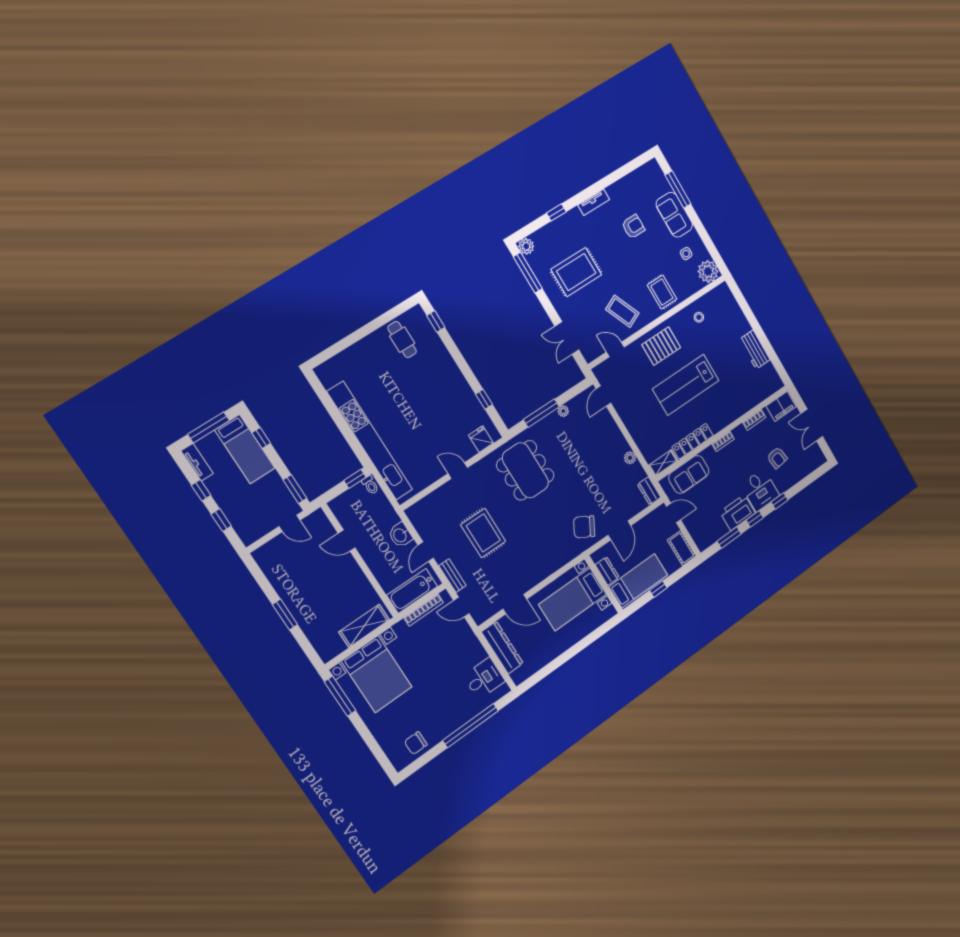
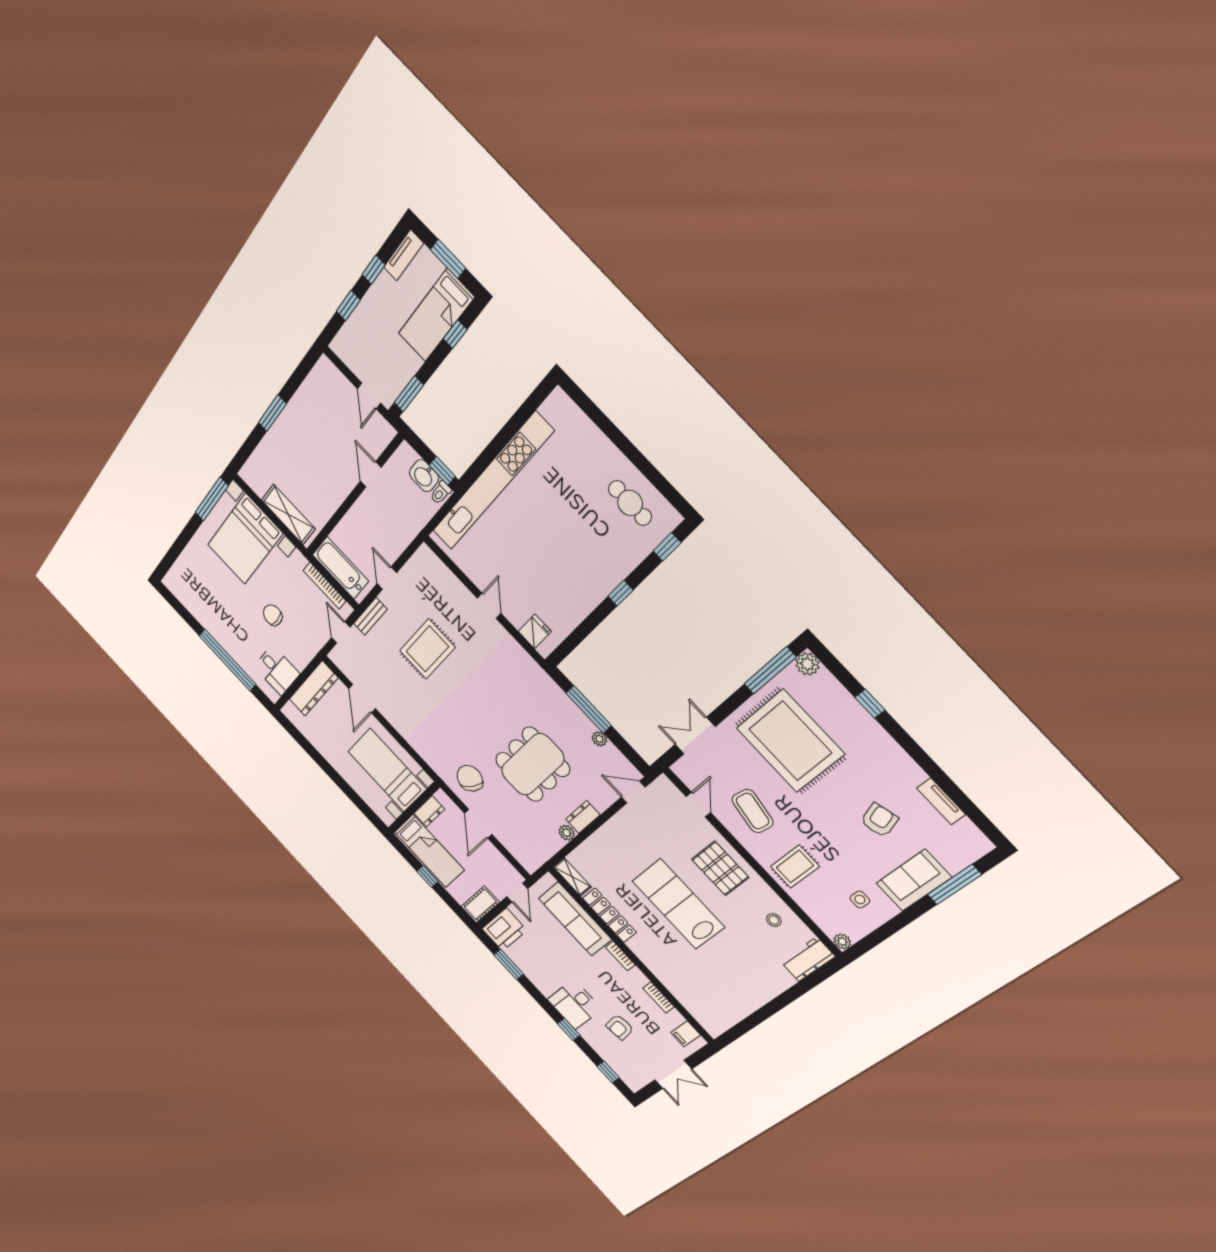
tv unit: (594, 202) -> (941, 801), moved
armchair: (633, 227) -> (879, 820), turned -106
plant: (708, 271) -> (842, 942), width x0.53, depth x0.53
rug: (576, 272) -> (790, 741), width x1.37, depth x1.44
coffee table: (622, 311) -> (753, 811), turned -56
cafe table: (402, 340) -> (630, 503), turned 90
workbench: (755, 350) -> (808, 959), moved
window: (484, 399) -> (621, 593), moved
filing cabinet: (781, 406) -> (686, 1034), width x0.50
double door: (812, 425) -> (673, 1074), swing flipped
window: (209, 427) -> (448, 259), width x0.69
dining table: (525, 470) -> (533, 764), moved
sofa: (689, 474) -> (575, 919), width x1.36
dresser: (649, 491) -> (583, 817), moved
printer: (738, 512) -> (504, 929), moved, turned 90
window: (755, 519) -> (608, 1072), moved
door: (619, 530) -> (478, 824), hinge flipped
washbasin: (400, 535) -> (424, 476), moved, turned -90
door: (426, 552) -> (387, 578), hinge flipped
chair: (416, 743) -> (273, 615), moved

